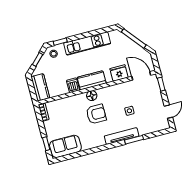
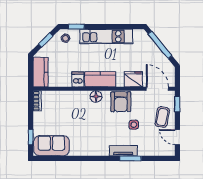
coffee table: (151, 98) -> (162, 117), added
door: (168, 112) -> (177, 137), swing flipped
armchair: (96, 114) -> (121, 102), moved, turned 90
tv unit: (122, 136) -> (123, 151), width x0.71

